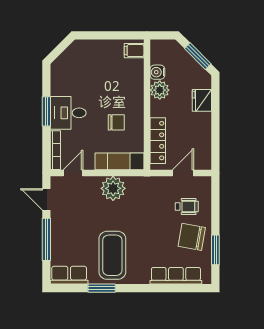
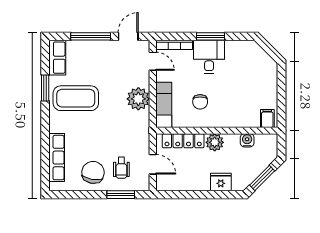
plant: (160, 90) -> (215, 142), moved
window: (215, 250) -> (121, 195), moved

